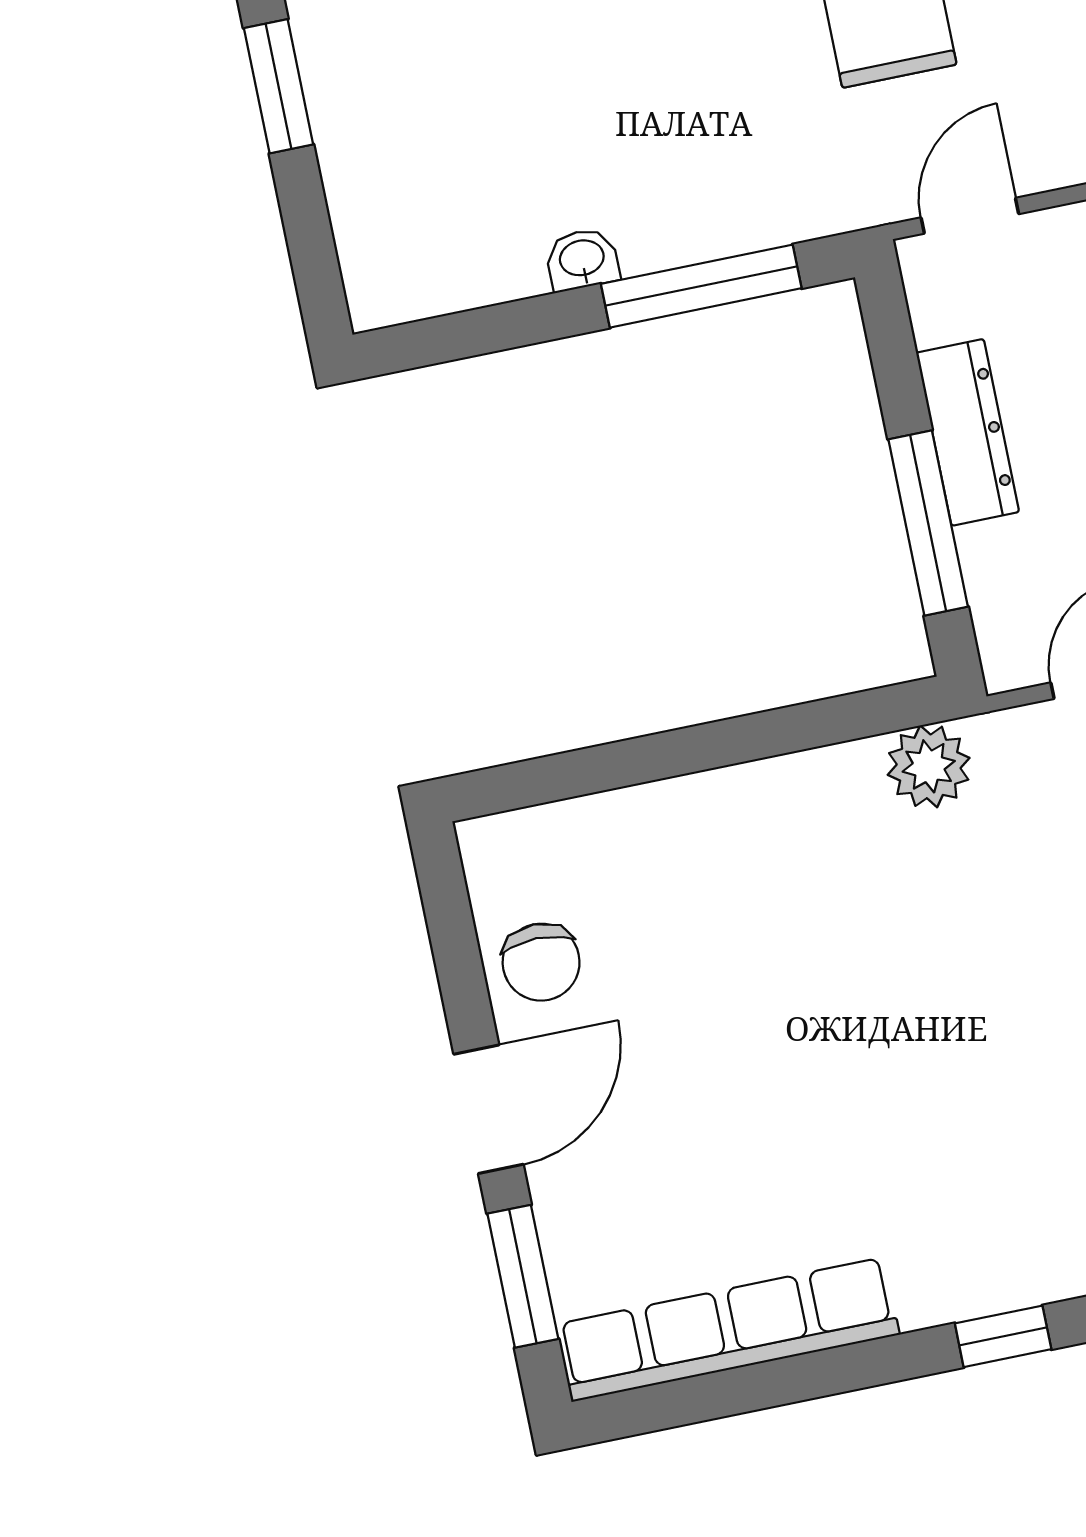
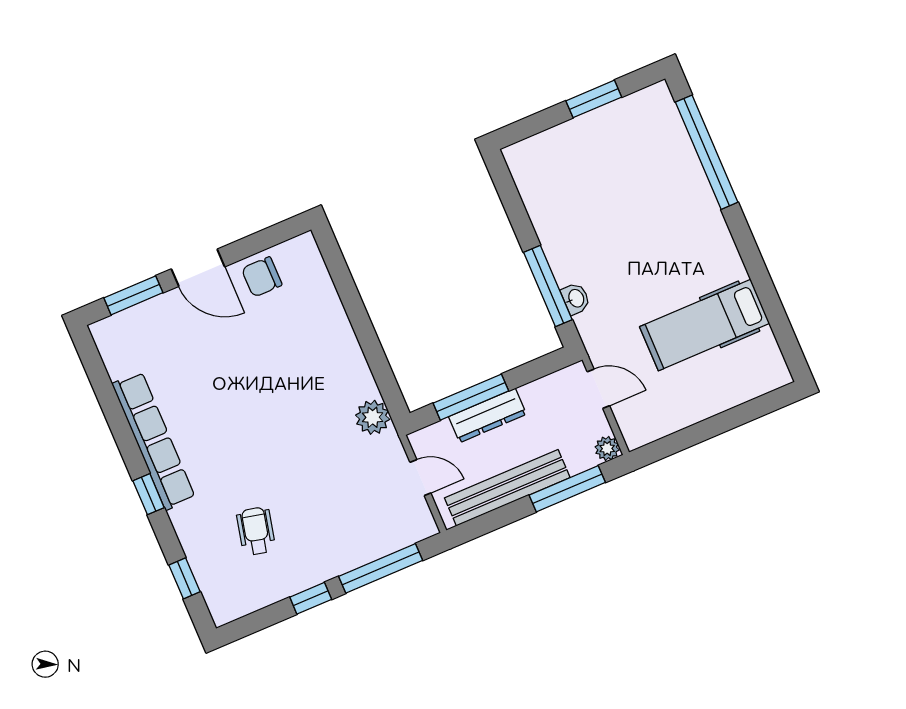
washbasin: (582, 259) -> (576, 299), moved
dresser: (968, 432) -> (488, 415), moved
row of seats: (728, 1329) -> (154, 441), moved

